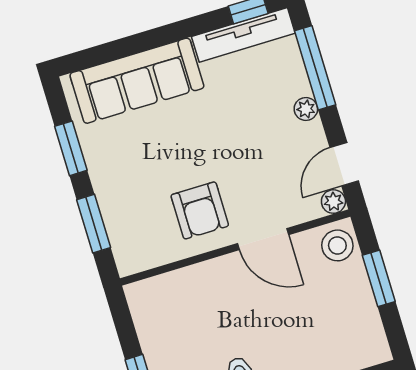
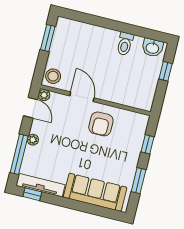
door: (344, 164) -> (31, 108), hinge flipped
armchair: (200, 210) -> (101, 124), turned 180
window: (94, 224) -> (148, 144), width x0.67
window: (379, 278) -> (48, 38), moved

